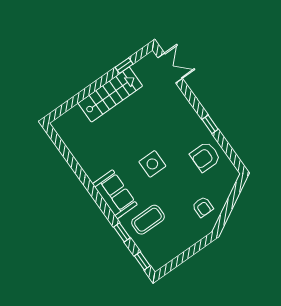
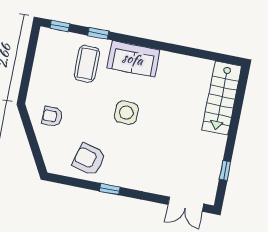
stairs: (110, 95) -> (222, 98), moved
armchair: (205, 157) -> (89, 159), turned -75

